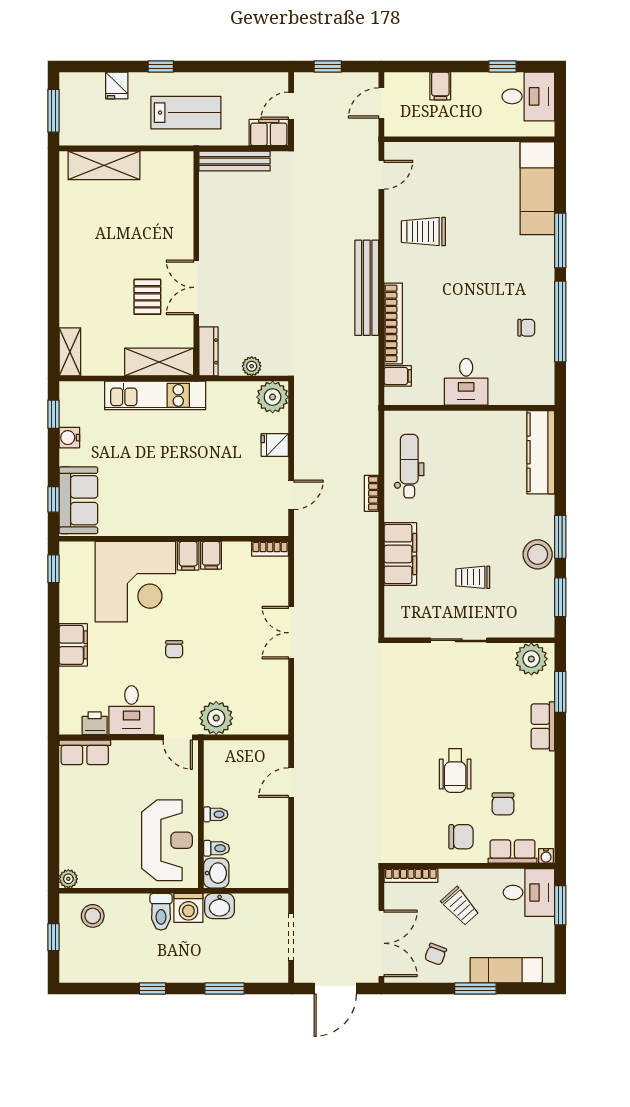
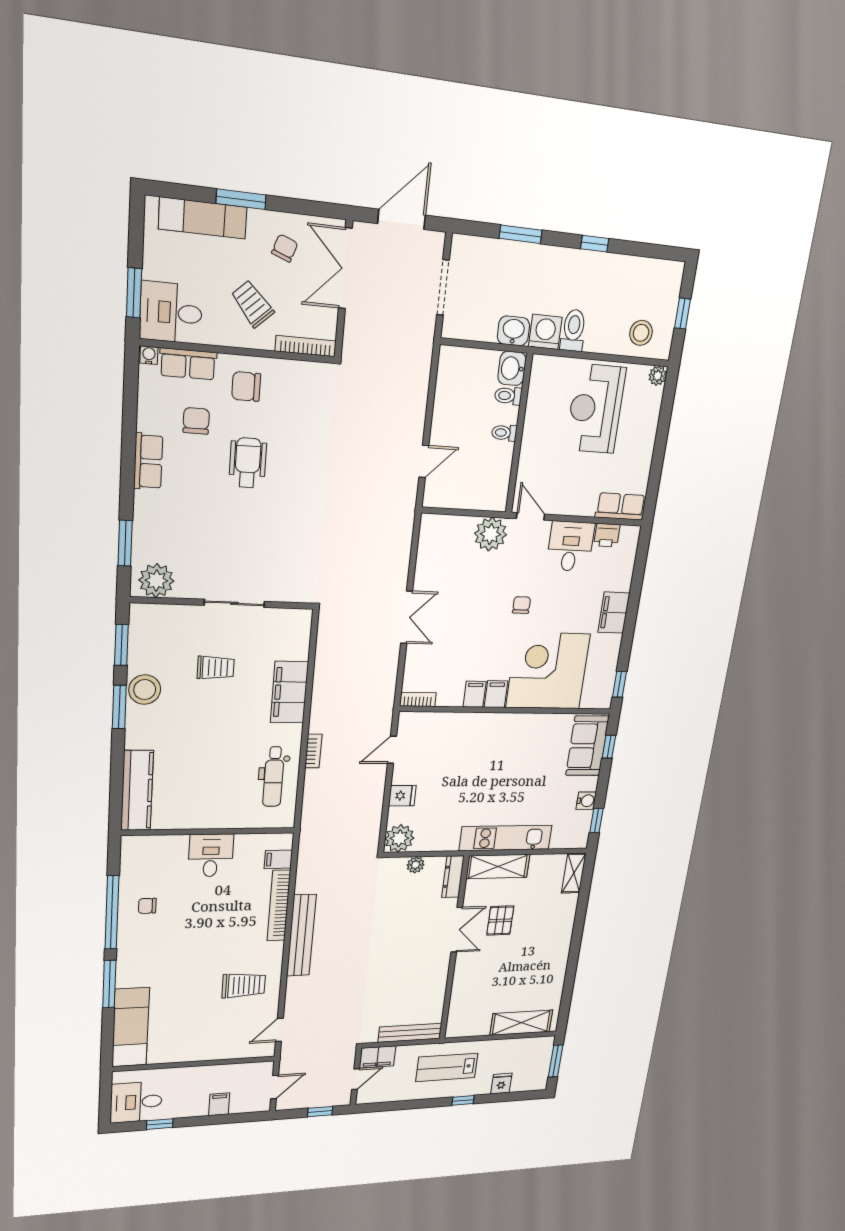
row of seats: (543, 726) -> (148, 461), moved
reception desk: (167, 840) -> (596, 409), moved

